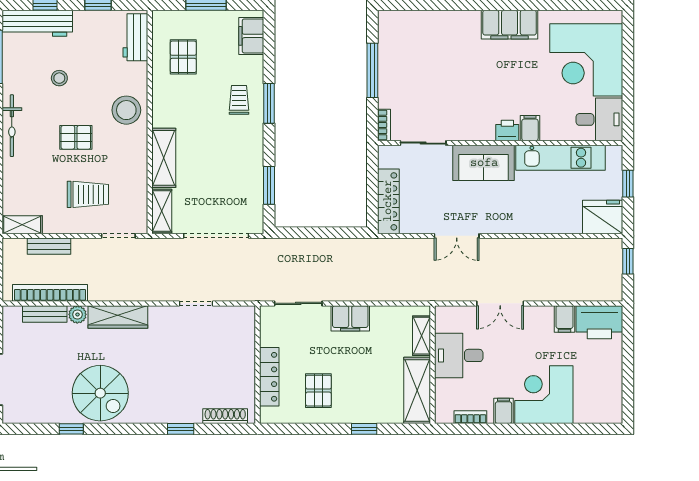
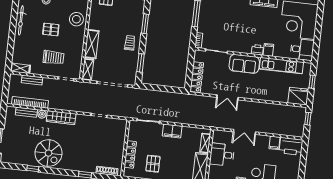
trolley: (239, 100) -> (130, 43), moved

